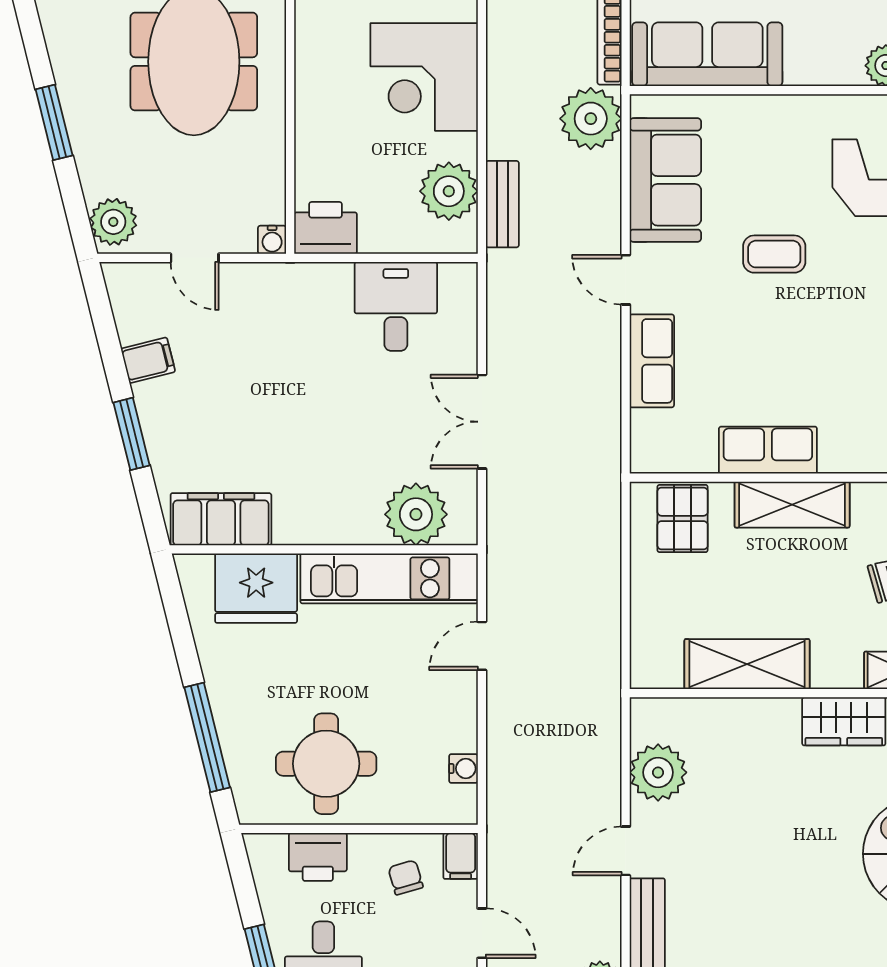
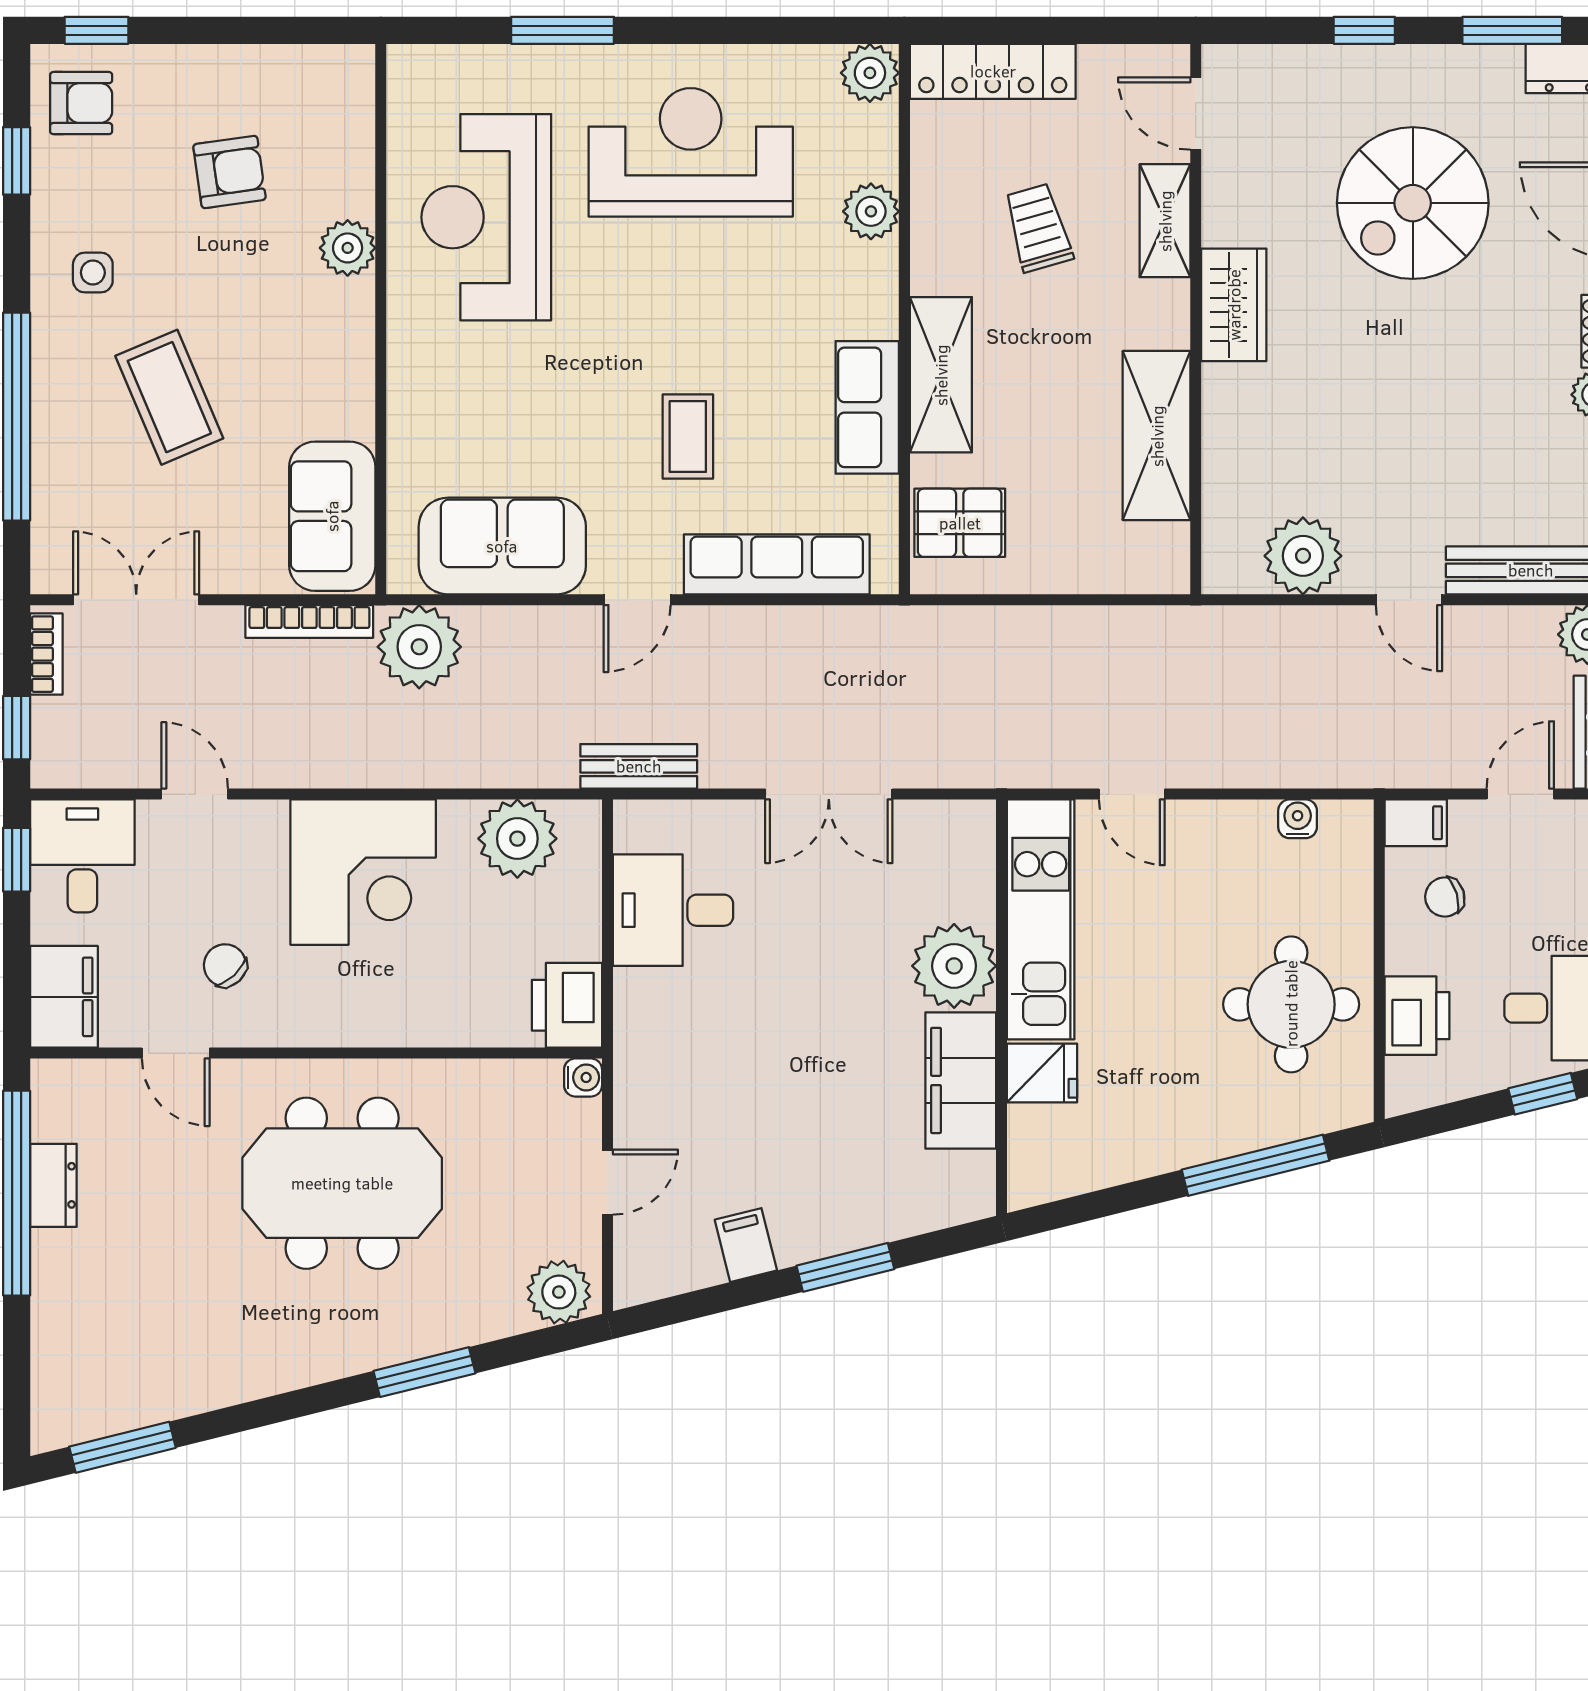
sofa: (707, 54) -> (332, 516), width x0.73
bench: (502, 204) -> (639, 766), moved
coffee table: (774, 254) -> (688, 436), moved
row of seats: (652, 361) -> (777, 564), width x1.48
plant: (416, 514) -> (954, 966), moved
filing cabinet: (221, 519) -> (961, 1080), moved
fridge: (256, 588) -> (1042, 1073), width x0.53, depth x0.75

